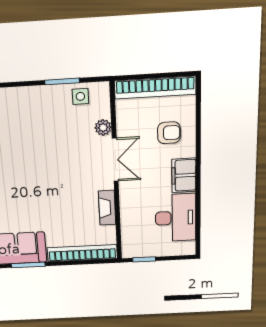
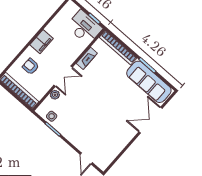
double door: (115, 160) -> (63, 76), swing flipped
desk: (176, 218) -> (84, 27), moved, turned 90

